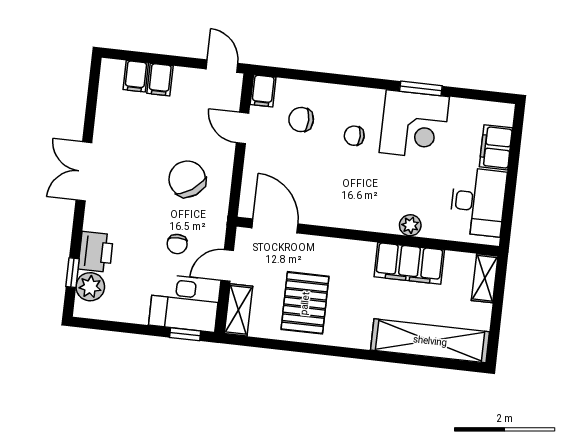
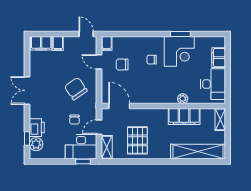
filing cabinet: (136, 76) -> (41, 43), width x2.00
chair: (301, 120) -> (122, 65), moved

